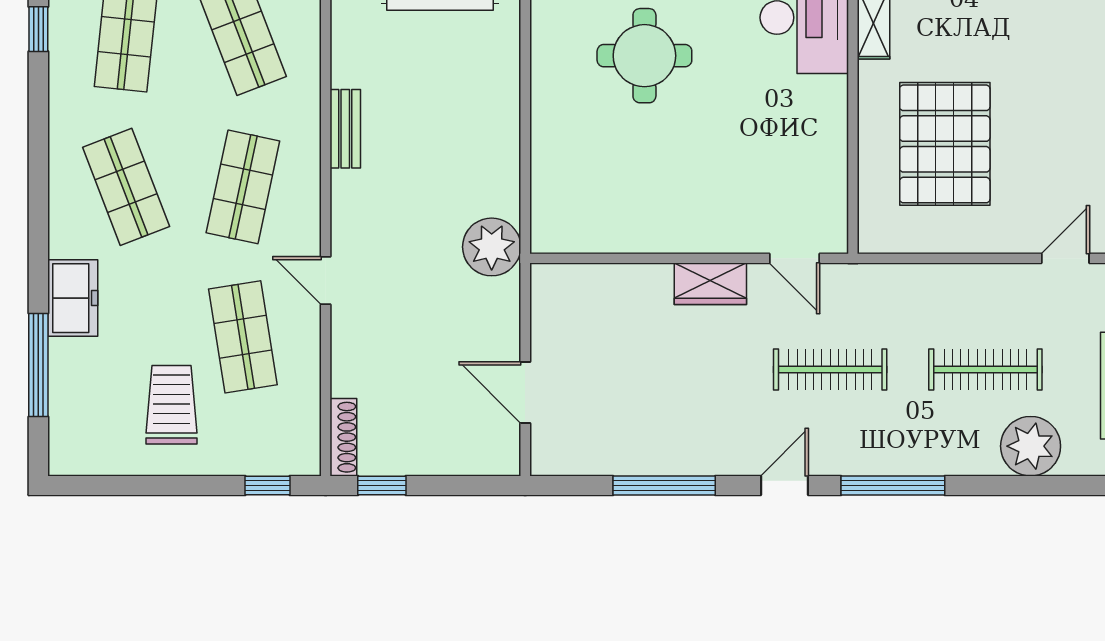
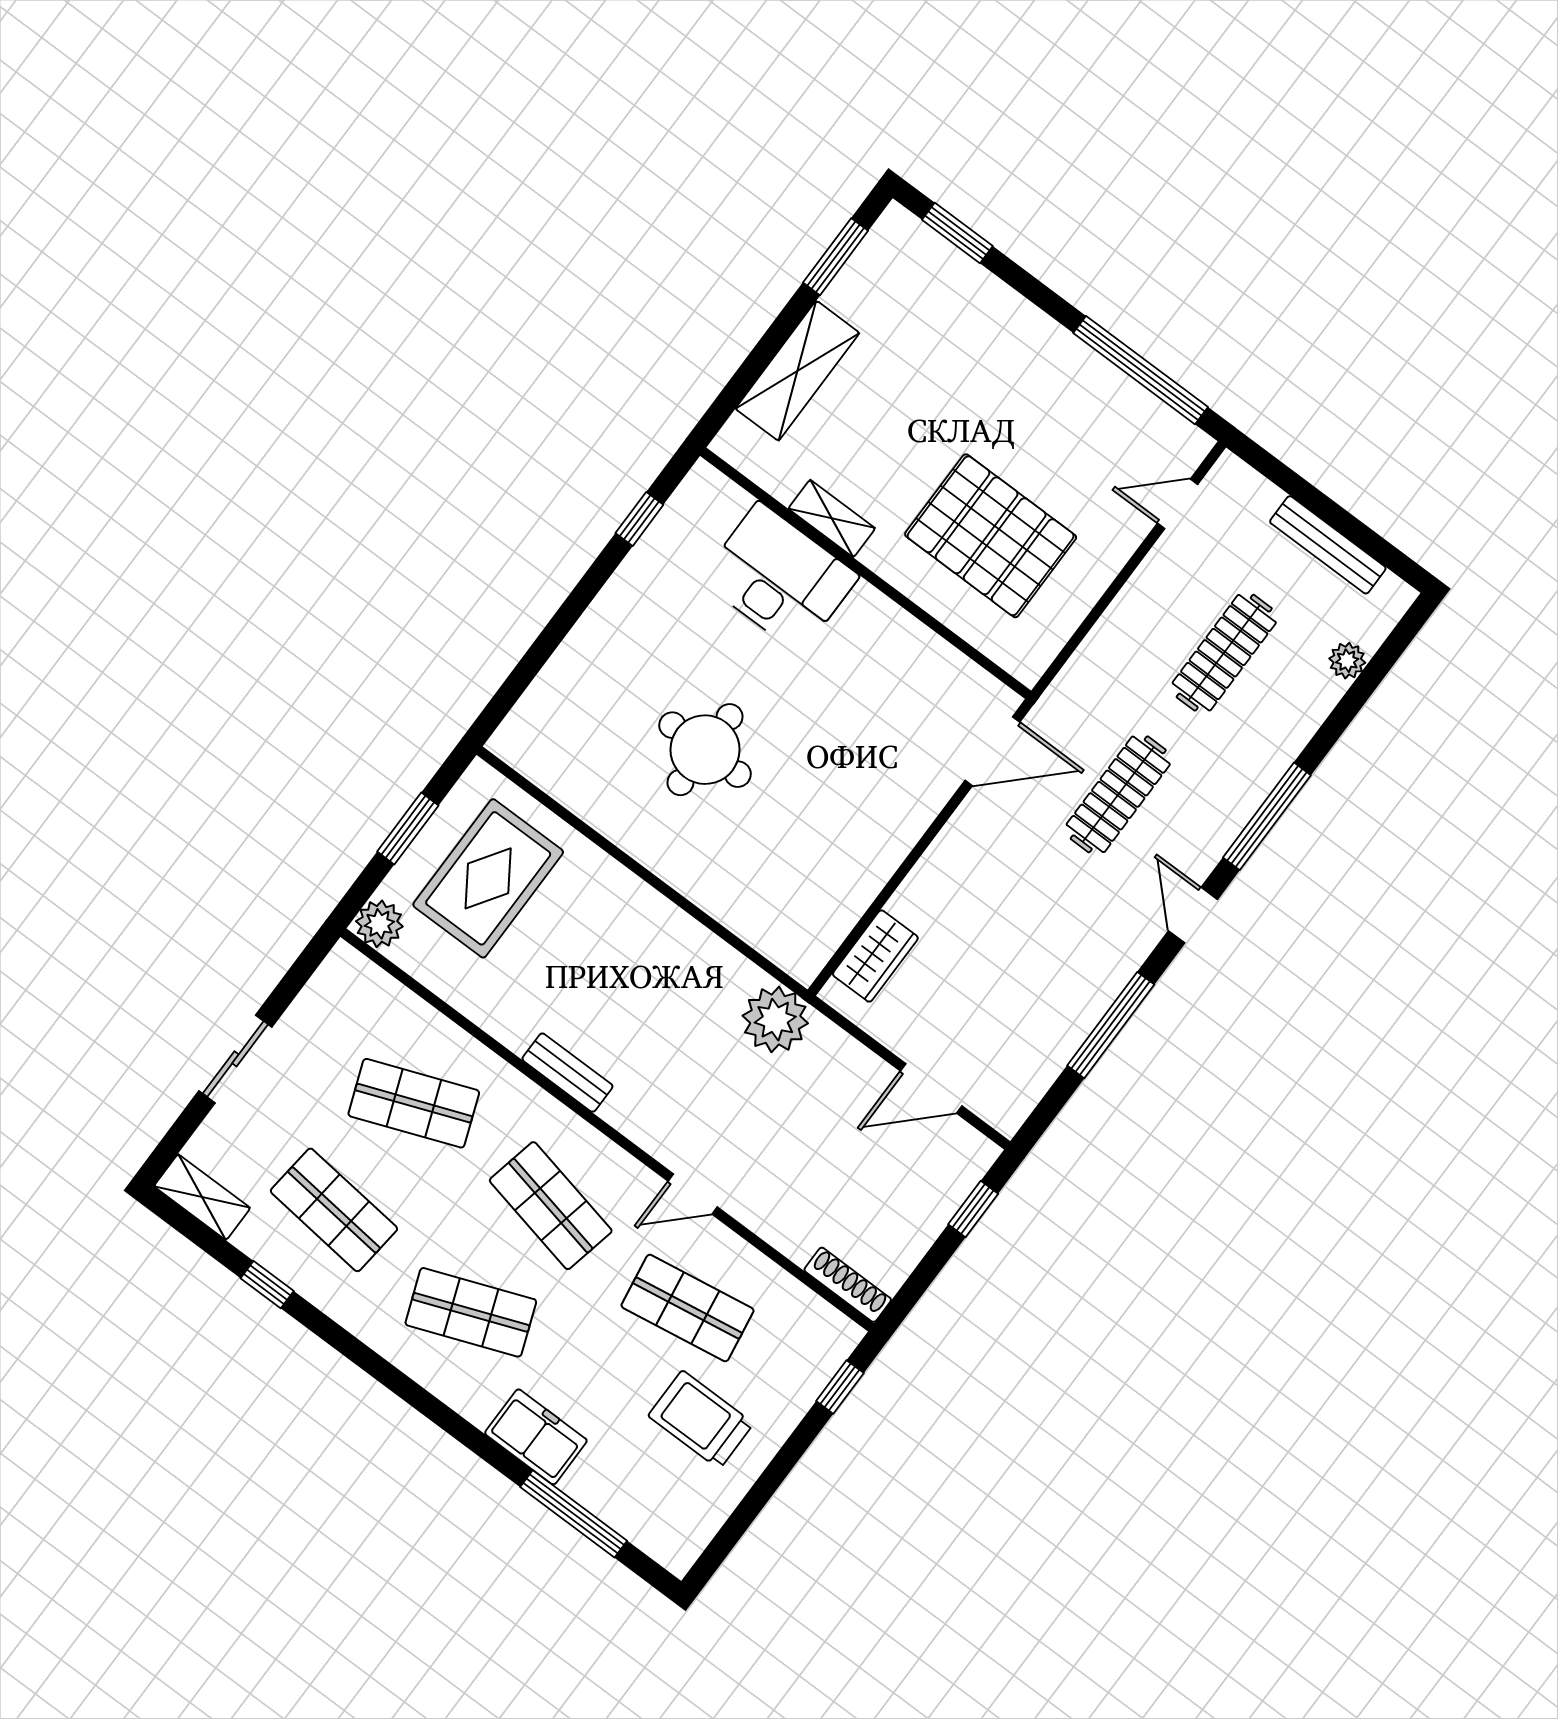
door: (794, 258) -> (992, 751), width x1.38
door: (1065, 258) -> (1177, 504), hinge flipped
wardrobe: (710, 284) -> (875, 956), moved
plant: (1031, 446) -> (1347, 661), width x0.53, depth x0.53
window: (382, 485) -> (973, 1209), moved

